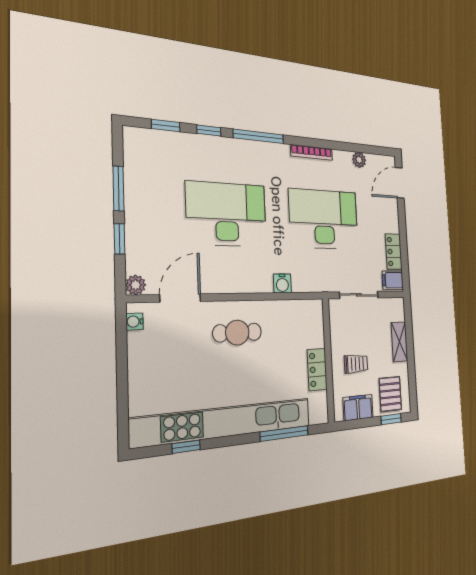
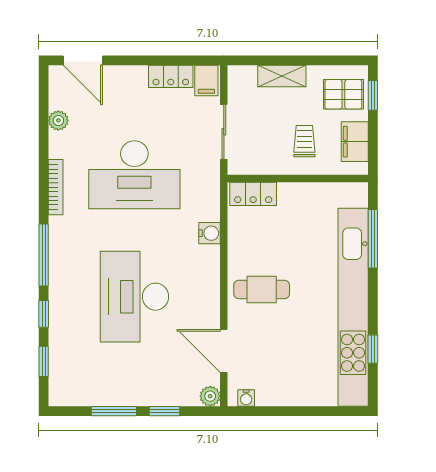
desk: (324, 219) -> (134, 175), turned -90
cafe table: (237, 333) -> (262, 289), turned 90
locker: (317, 370) -> (253, 194), moved

